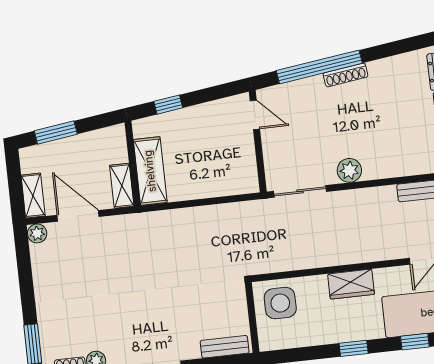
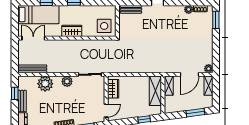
door: (255, 115) -> (106, 111), swing flipped
plant: (397, 160) -> (45, 84), added
wardrobe: (245, 165) -> (113, 89), added
door: (78, 216) -> (190, 74), hinge flipped

